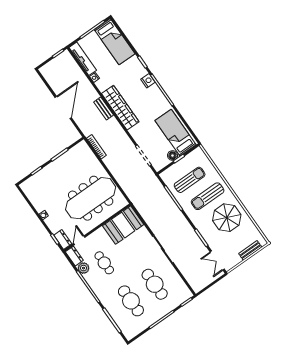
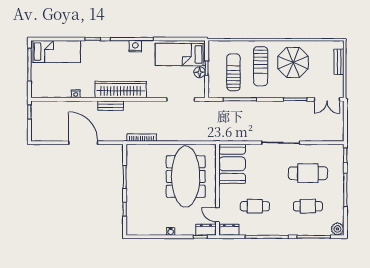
tv unit: (83, 59) -> (51, 93), removed
nightstand: (148, 81) -> (135, 46), moved
plant: (84, 268) -> (338, 229), moved
cafe table: (131, 301) -> (308, 206), width x0.73, depth x0.74

